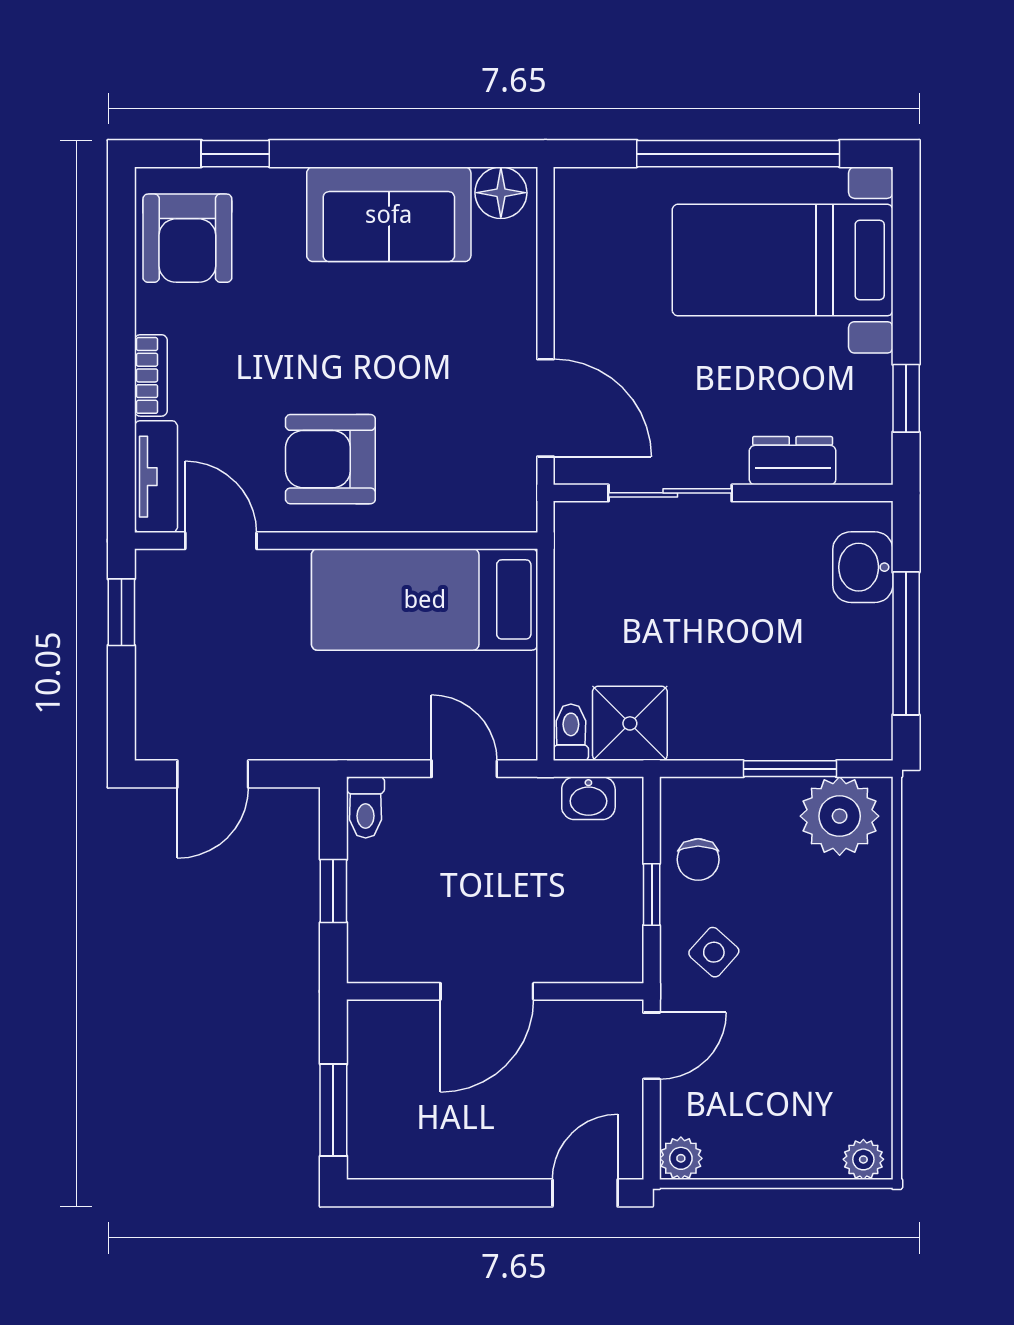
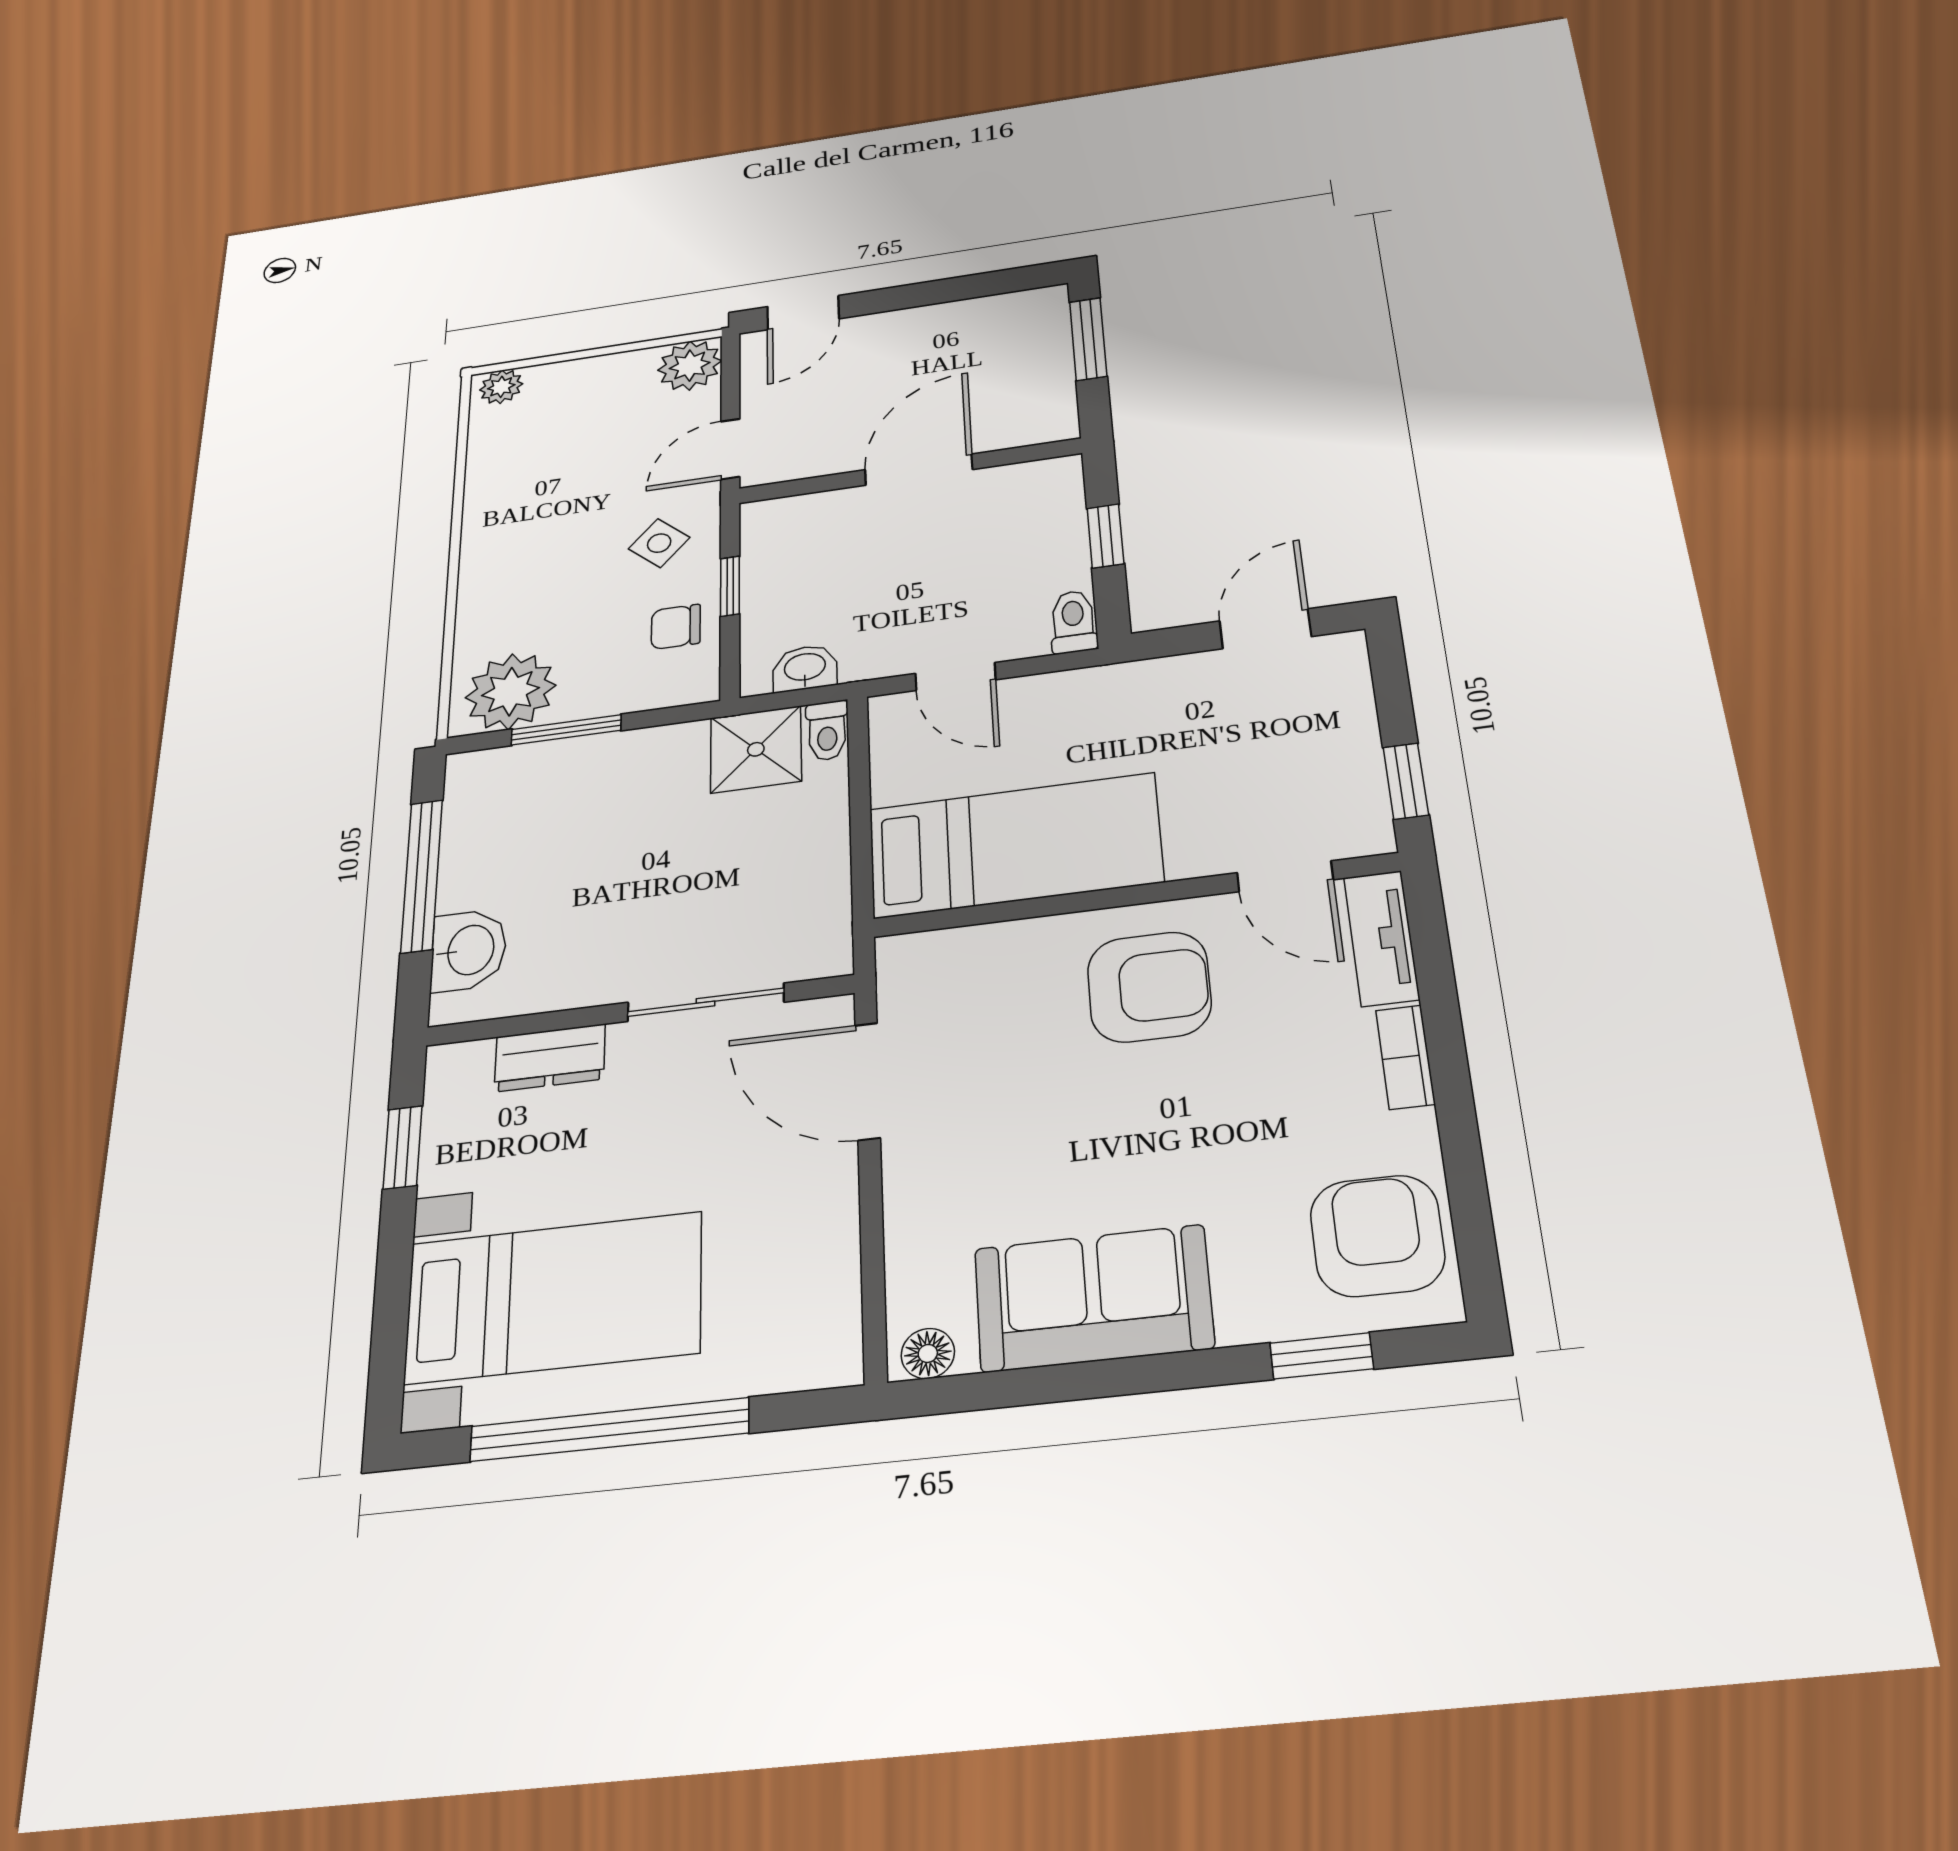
floor lamp: (501, 193) -> (928, 1353), width x0.73, depth x0.73
chair: (698, 860) -> (676, 627), turned -90
plant: (681, 1158) -> (690, 366), width x1.38, depth x1.38

